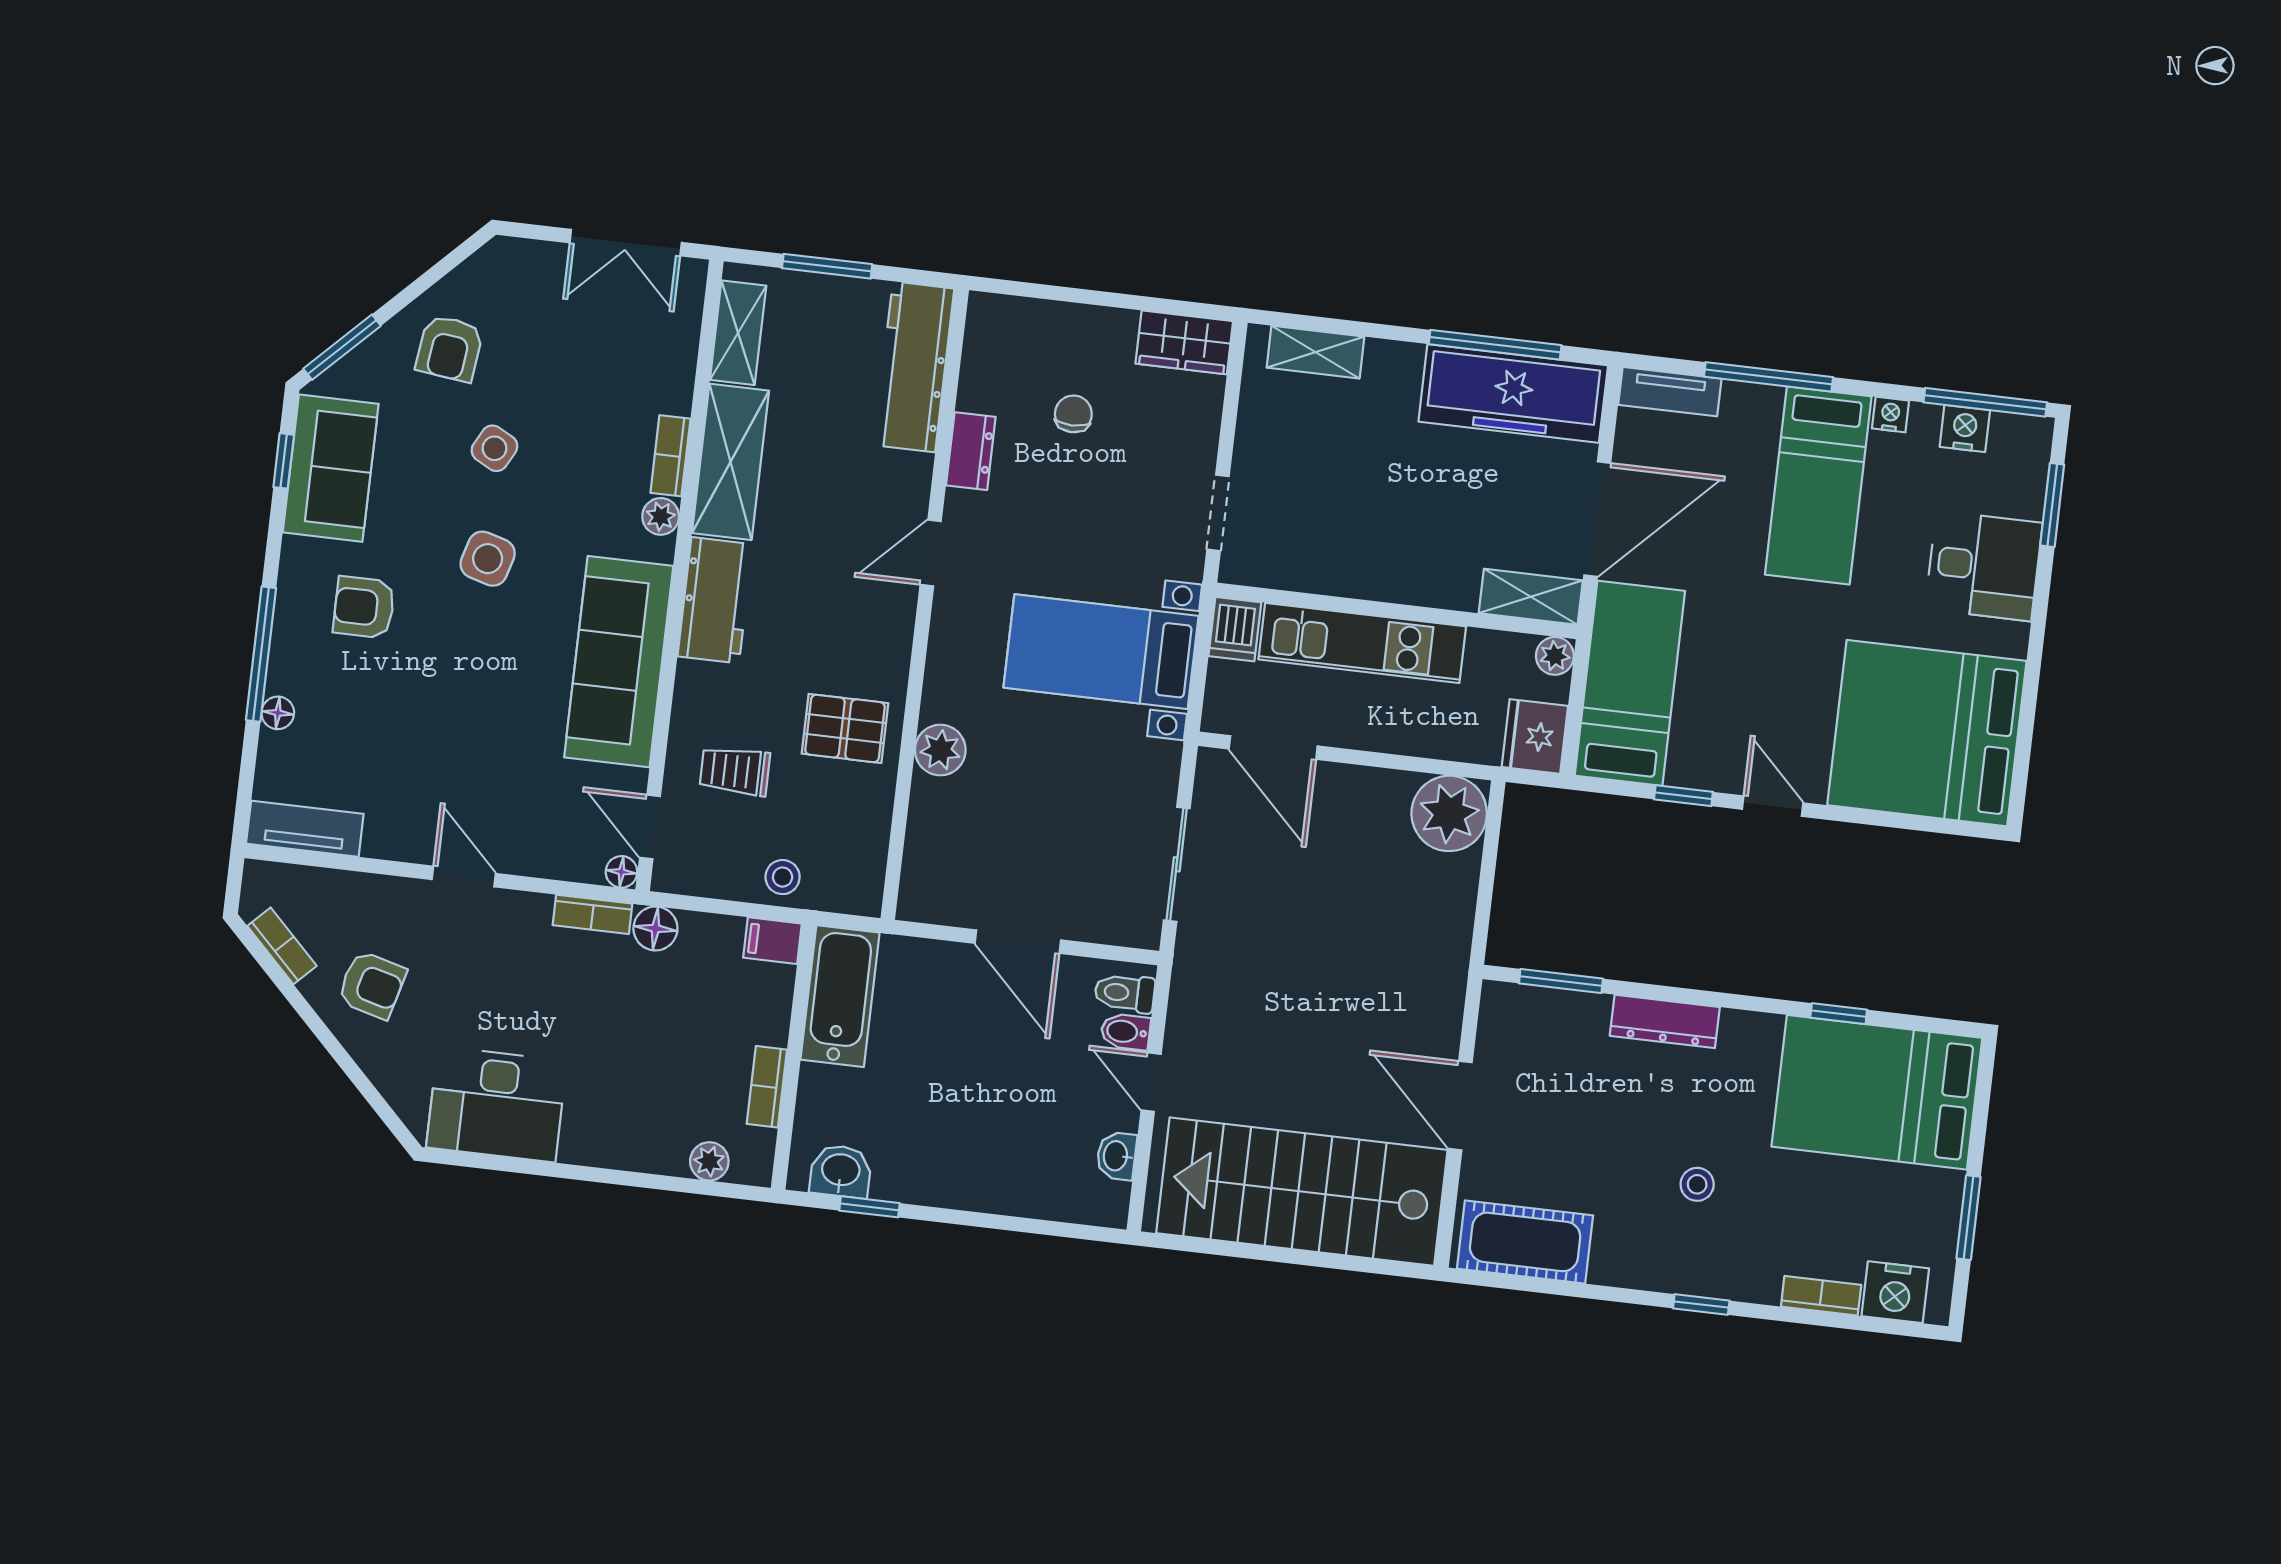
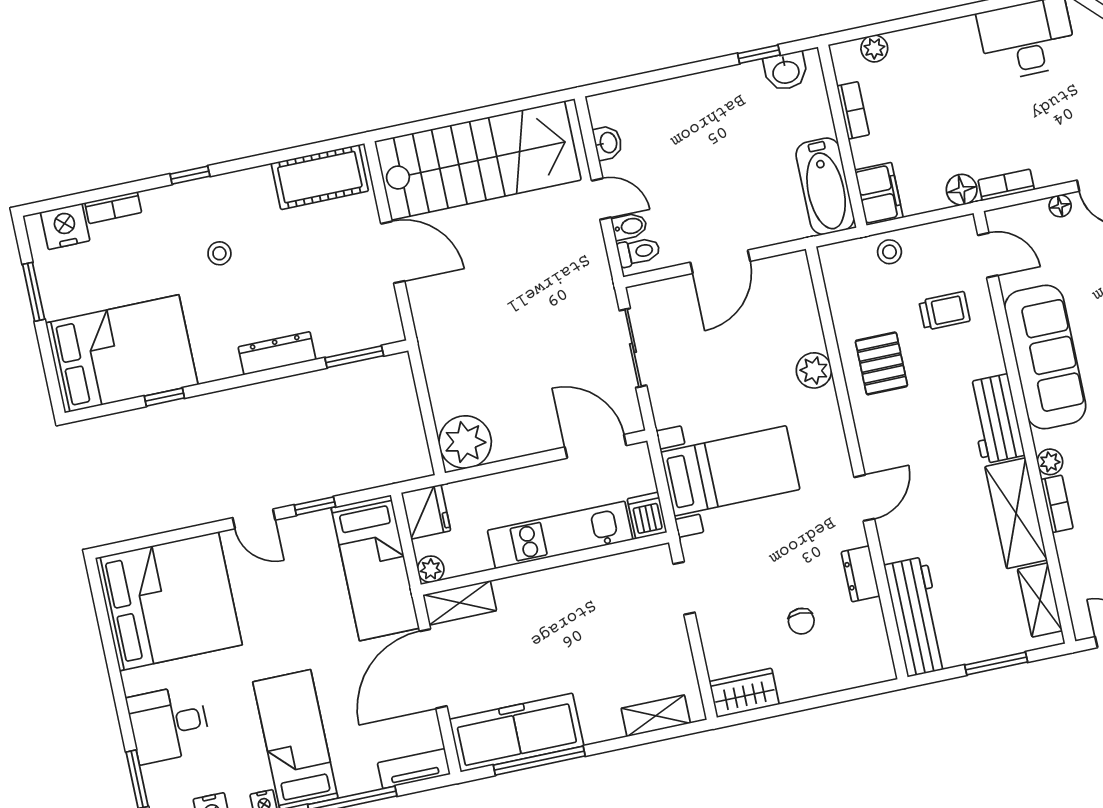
pallet: (845, 728) -> (881, 363), turned 90
floor lamp: (621, 872) -> (1060, 206), moved
filing cabinet: (772, 941) -> (879, 194), width x2.00
door: (1018, 942) -> (720, 262), swing flipped

